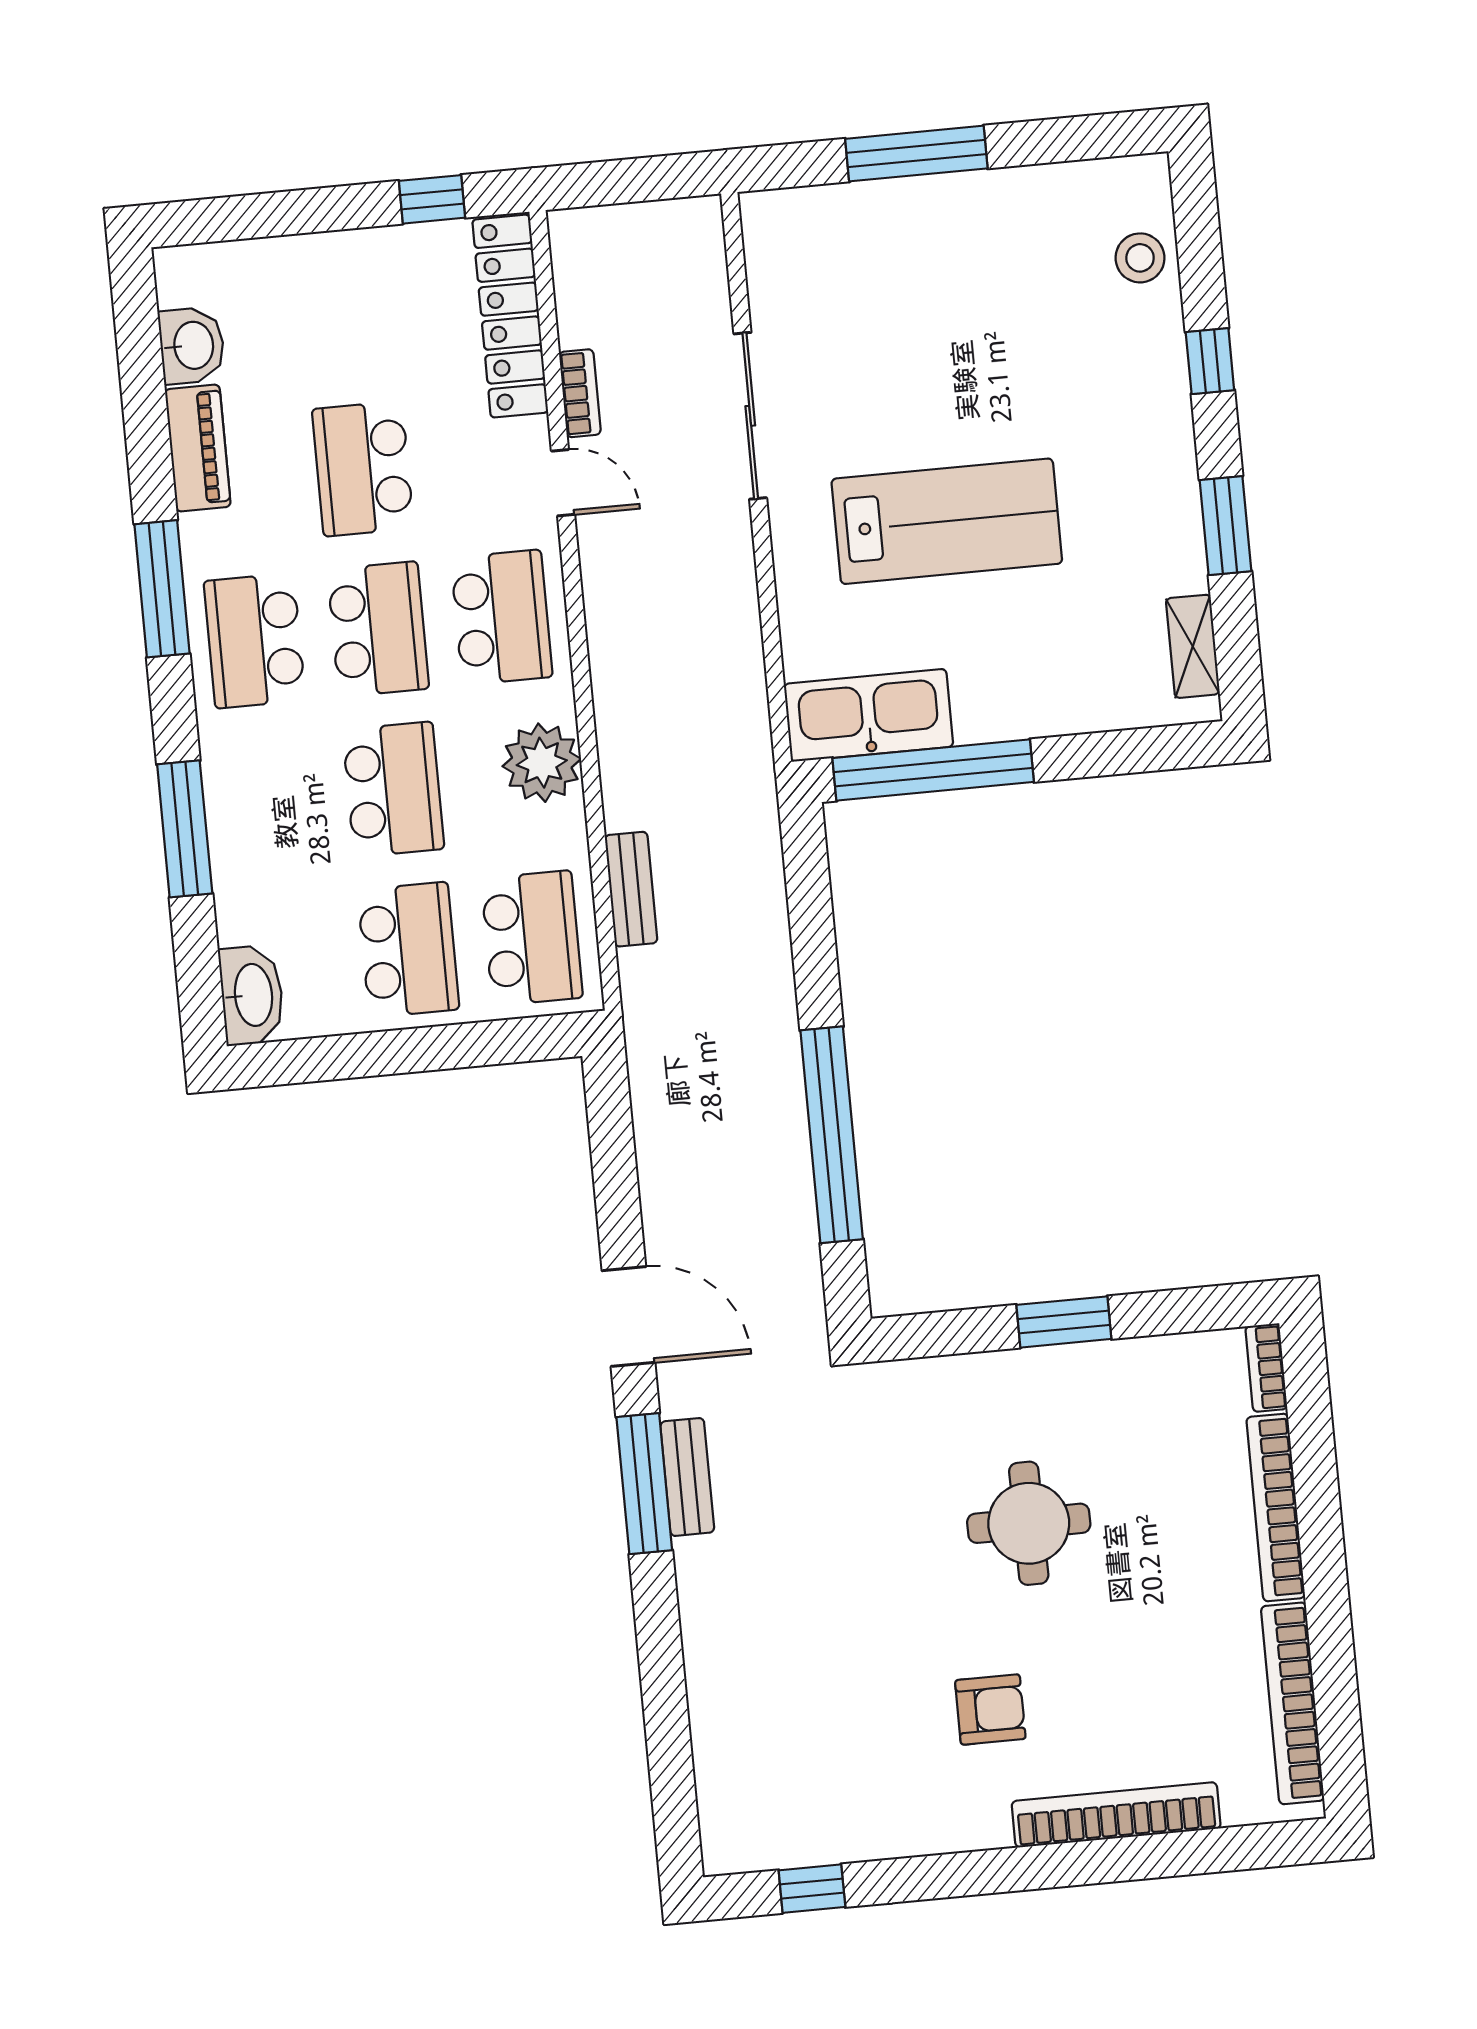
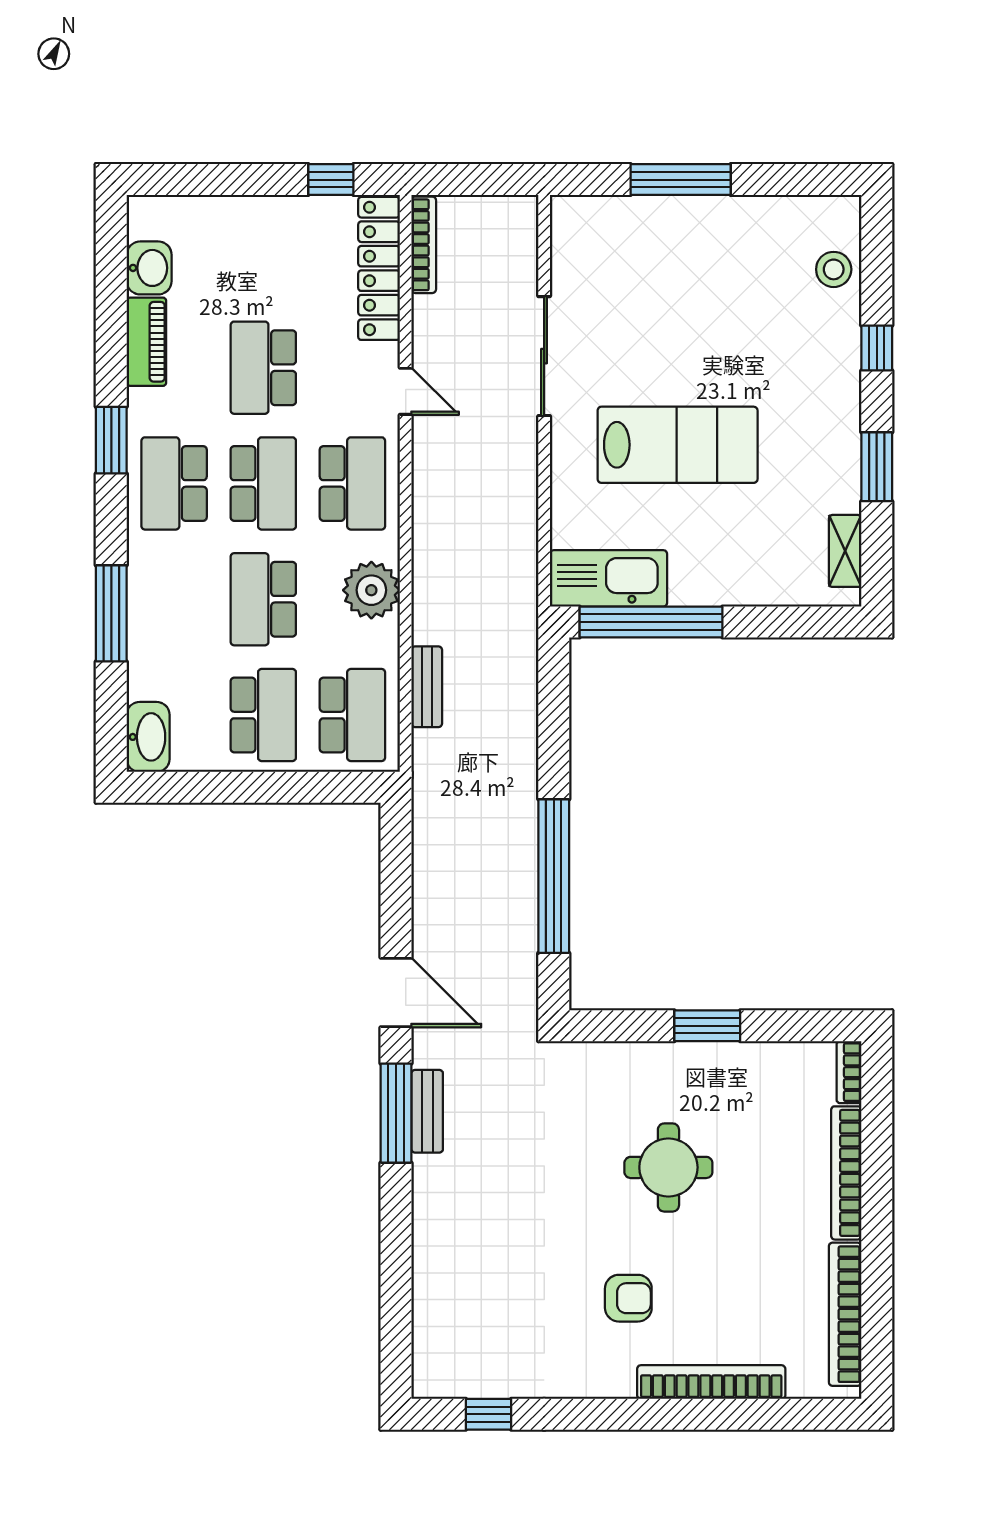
bookcase: (580, 393) -> (424, 245), moved, width x1.56
window: (162, 589) -> (111, 440), width x0.69
school desk: (393, 789) -> (263, 599), turned 180

